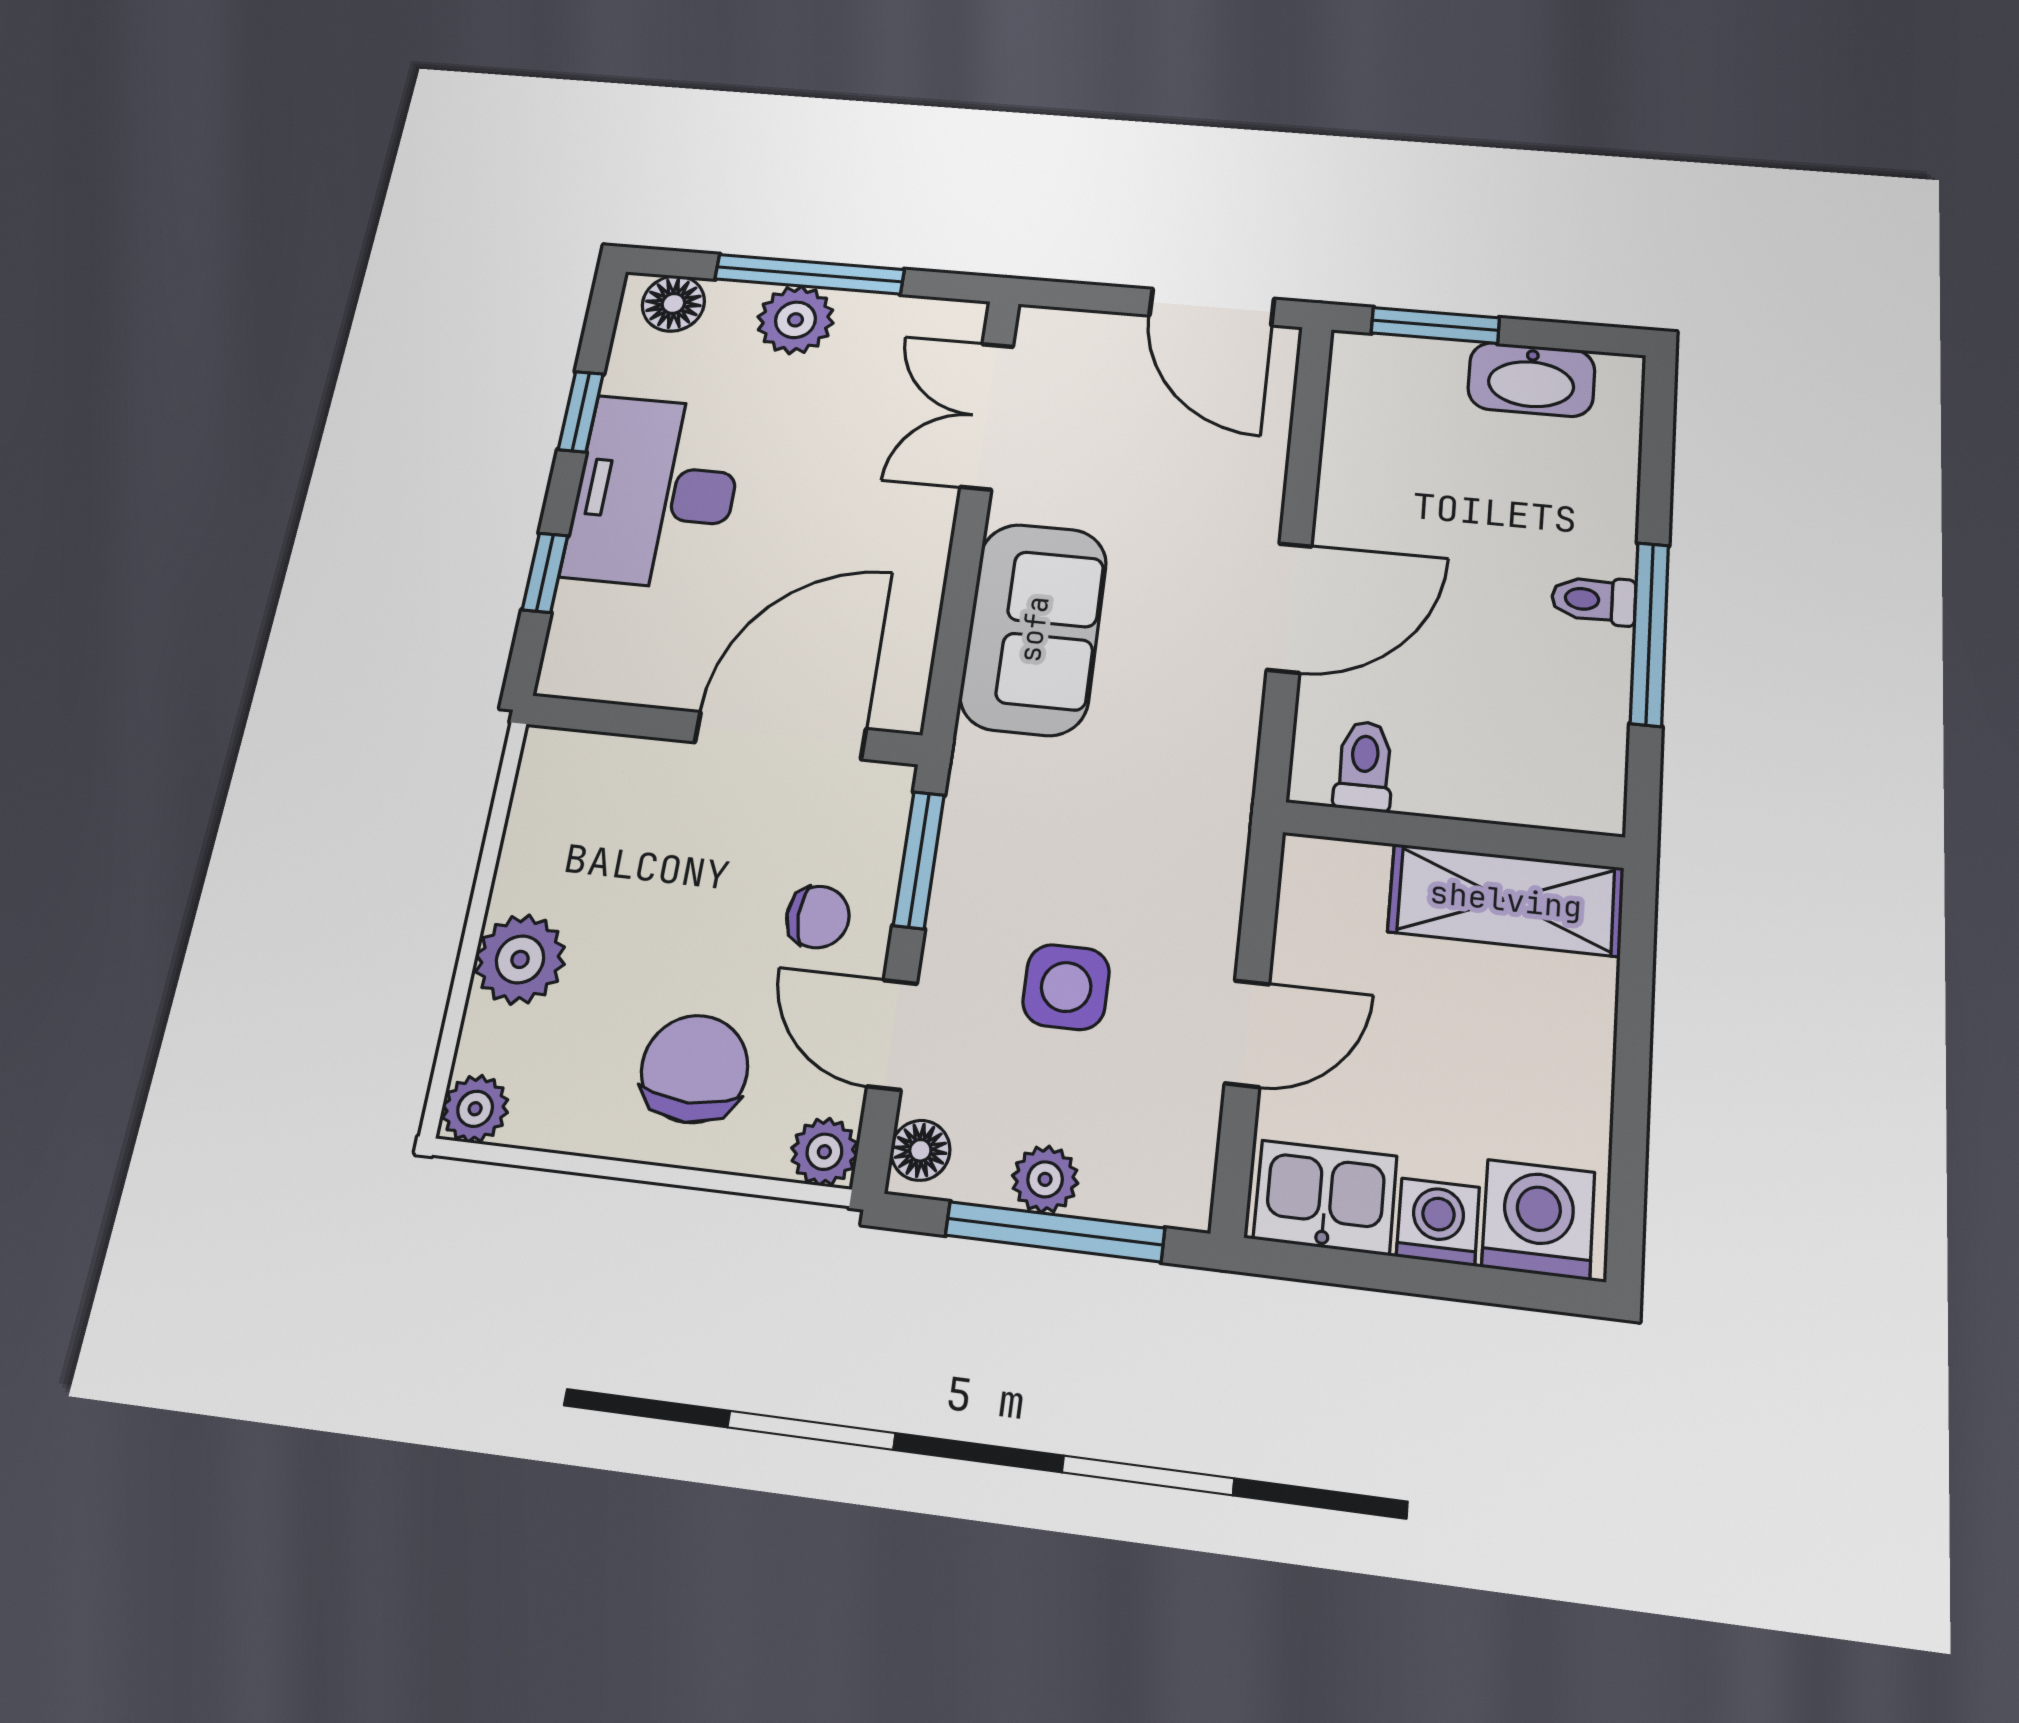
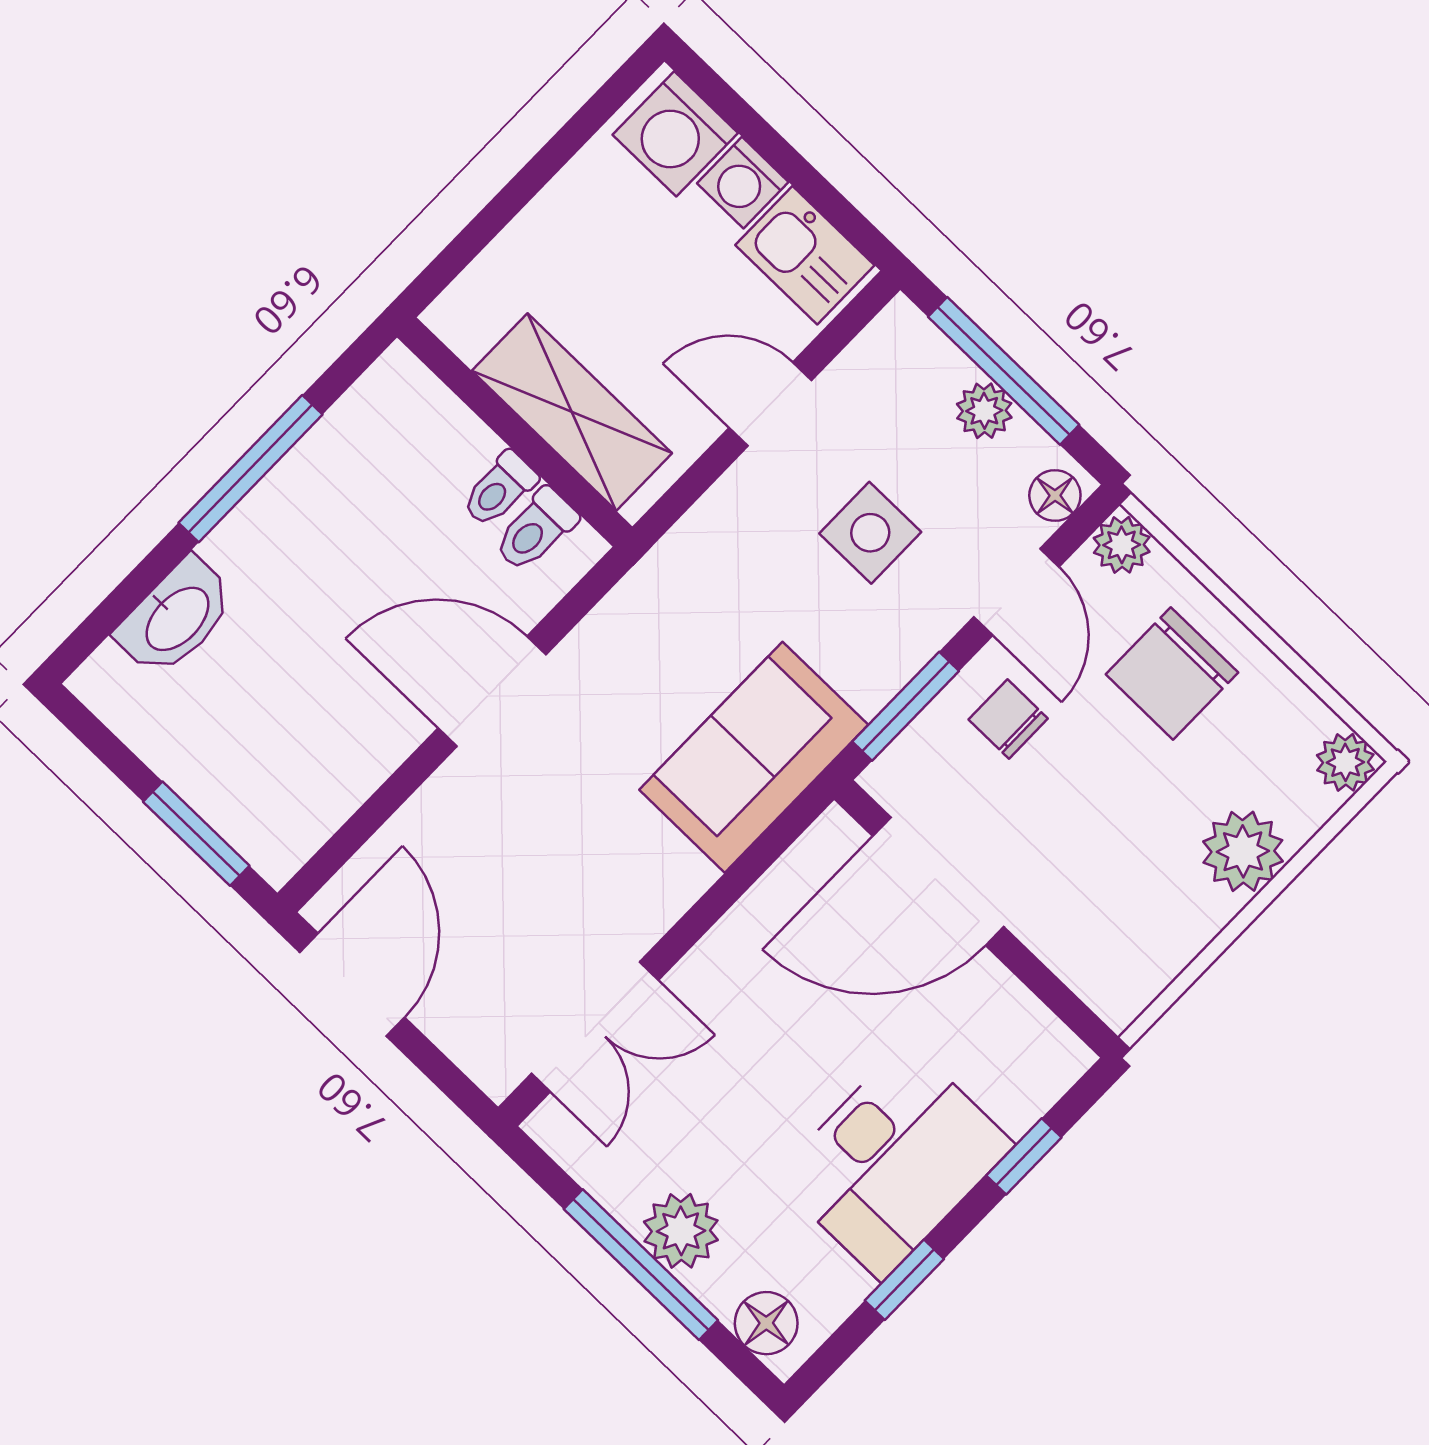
washbasin: (1531, 379) -> (176, 617), moved, turned 90
toilet: (1594, 600) -> (499, 489), moved, turned 90
sofa: (1034, 629) -> (754, 757), moved
shelving: (1506, 900) -> (572, 412), moved

